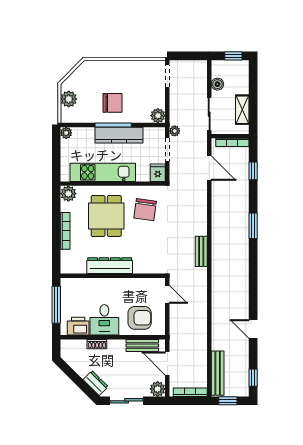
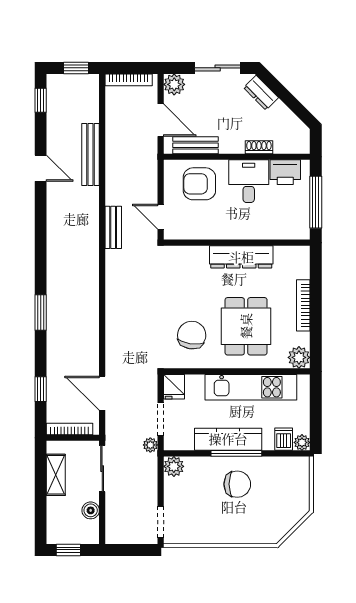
plant: (69, 99) -> (298, 490), removed
chair: (113, 103) -> (237, 484), turned 180
dishwasher: (79, 135) -> (284, 439), added
bench: (201, 251) -> (113, 227), moved
bench: (218, 373) -> (90, 155), moved

